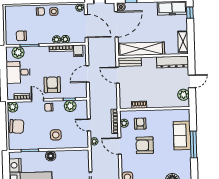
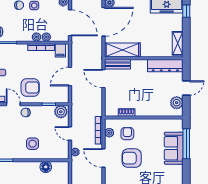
shelving: (141, 49) -> (122, 50), width x0.68
armchair: (52, 85) -> (30, 88), turned 90
plant: (70, 106) -> (61, 112), moved
window: (194, 145) -> (186, 144), moved
floor lamp: (51, 156) -> (46, 167), moved

